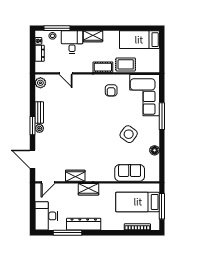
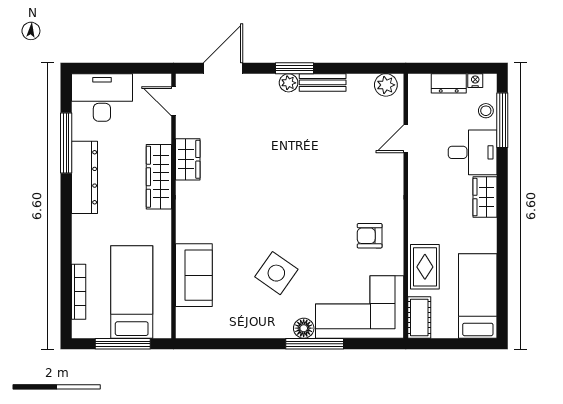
cot: (103, 67) -> (419, 317), moved
floor lamp: (155, 150) -> (304, 328), moved
wardrobe: (88, 189) -> (159, 177), width x1.50

